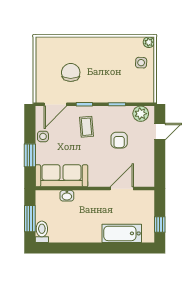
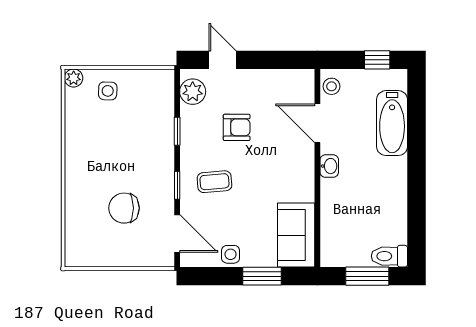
sofa: (61, 176) -> (296, 235), width x0.73
washbasin: (67, 196) -> (329, 166), moved
stool: (144, 197) -> (332, 86), added

